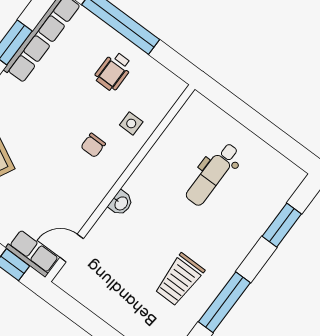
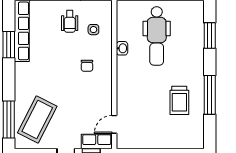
side table: (131, 123) -> (93, 30), moved
dental chair: (212, 174) -> (157, 36), width x1.36, depth x1.38
washbasin: (121, 203) -> (122, 48), moved

